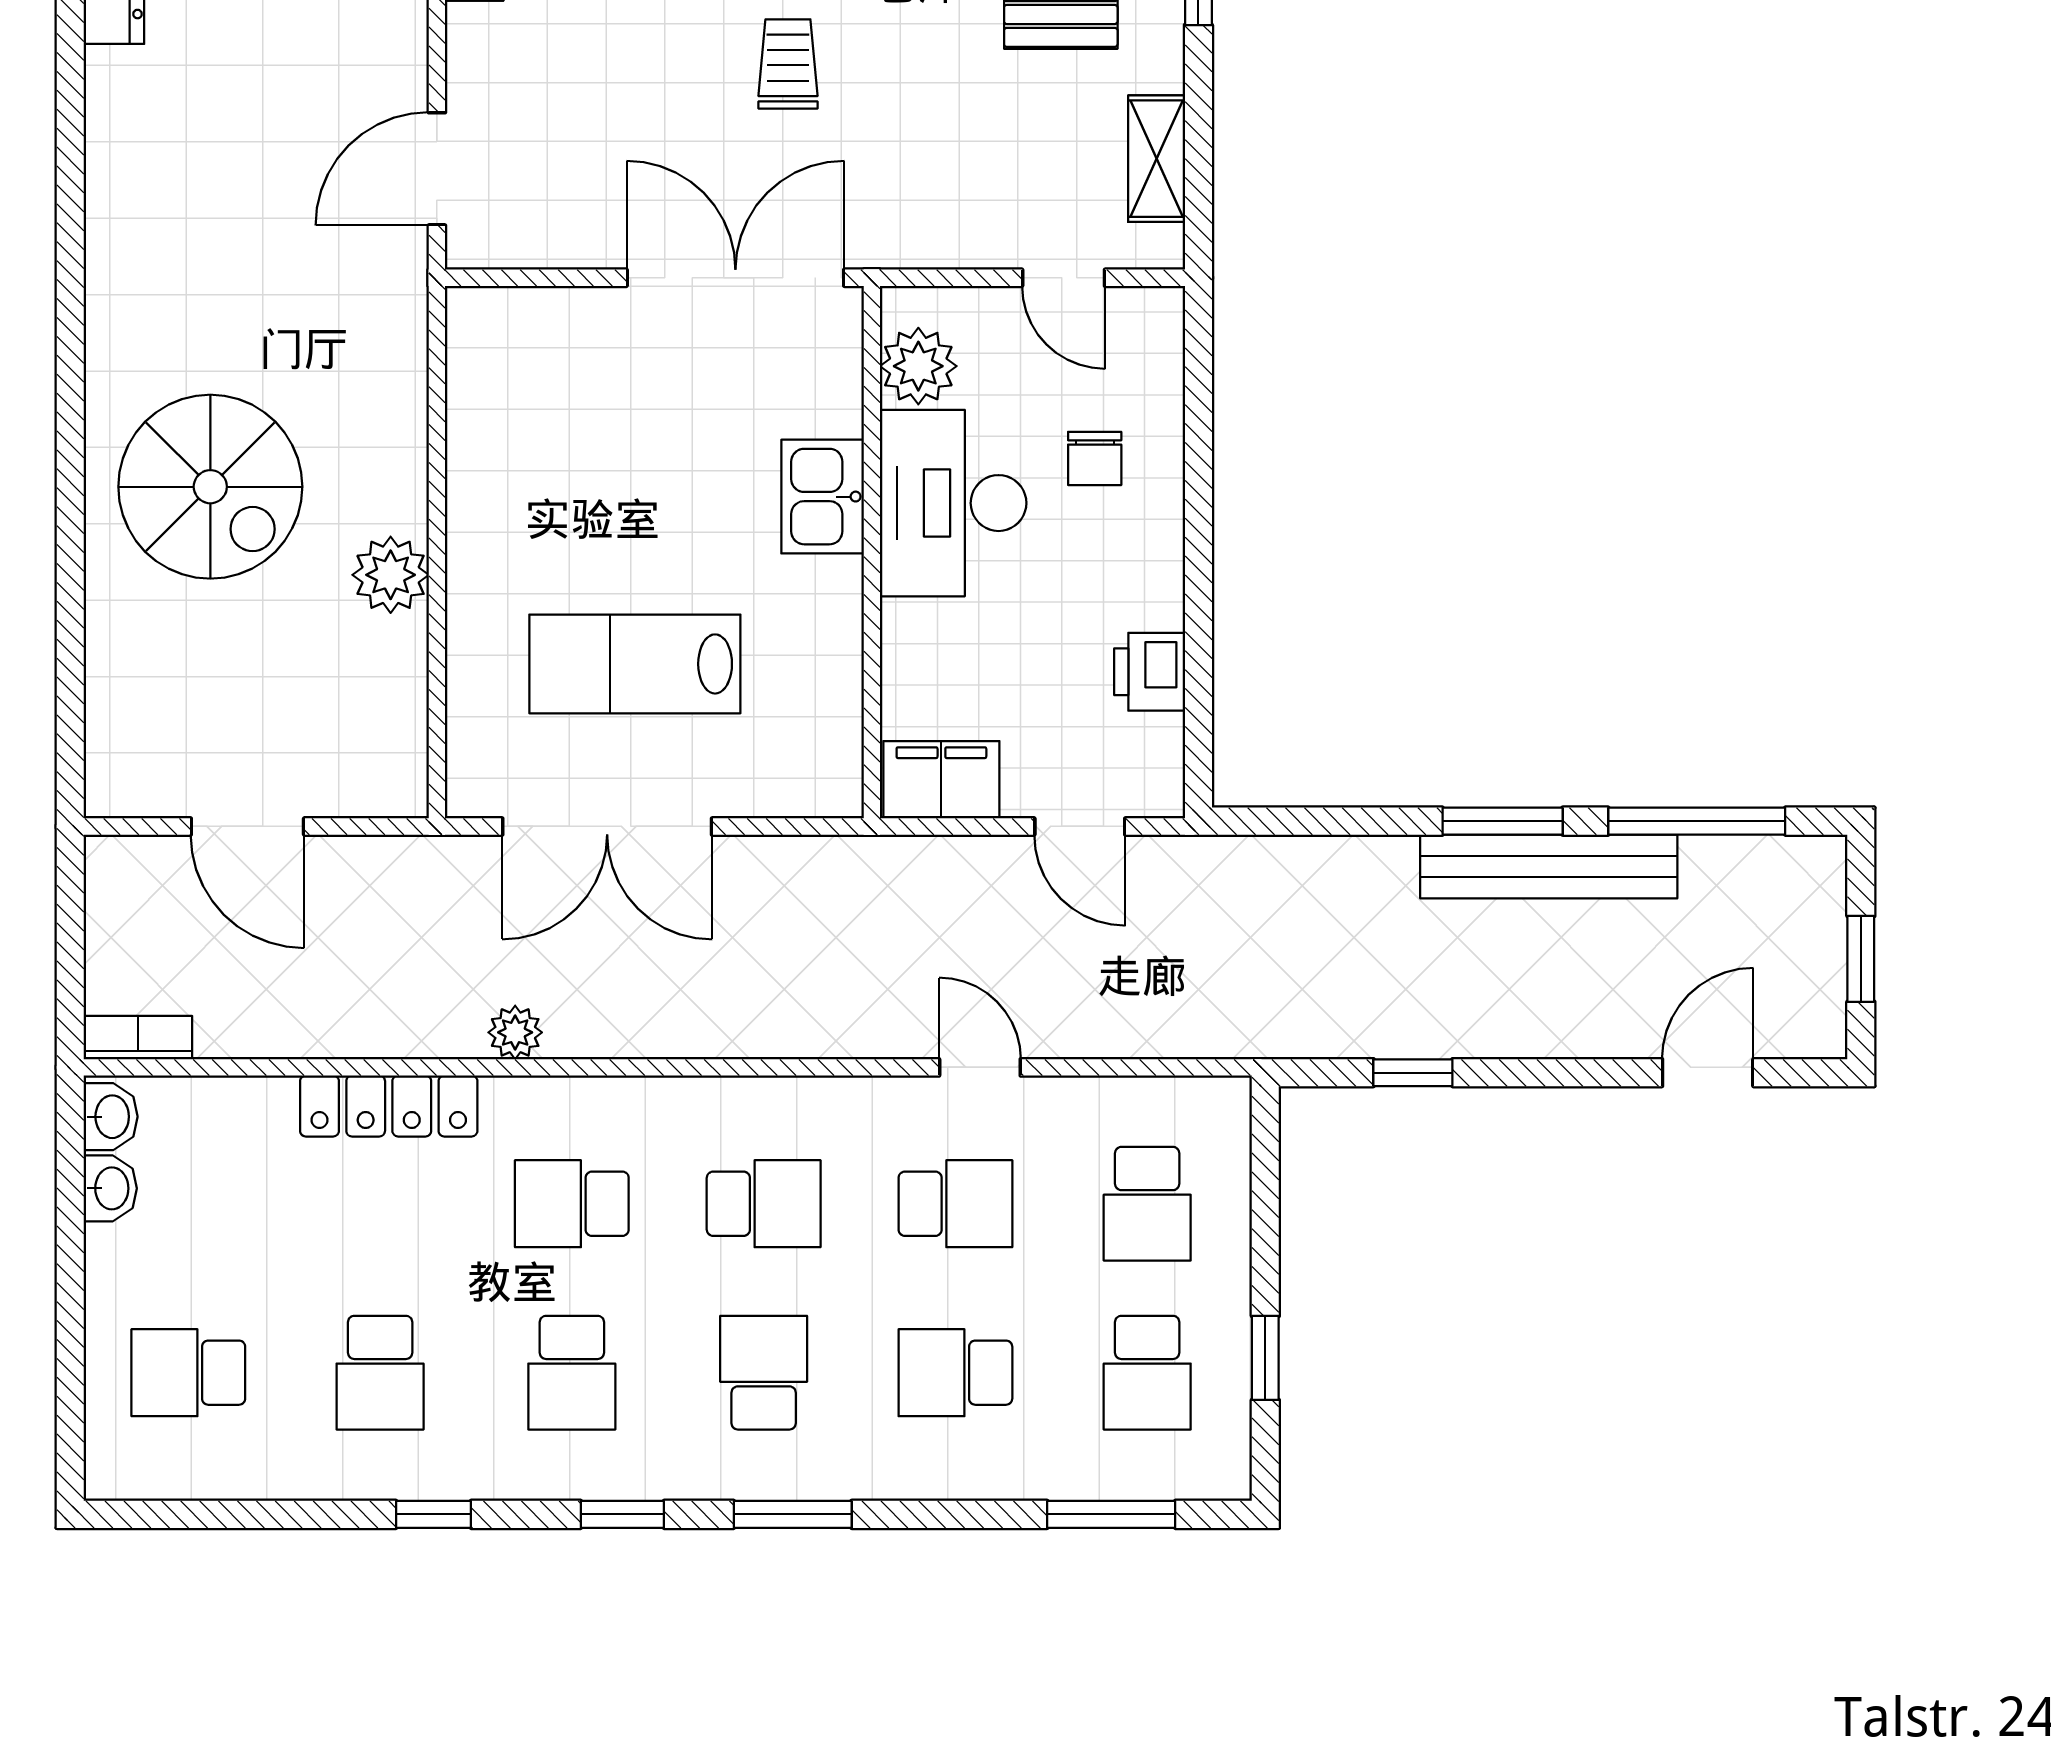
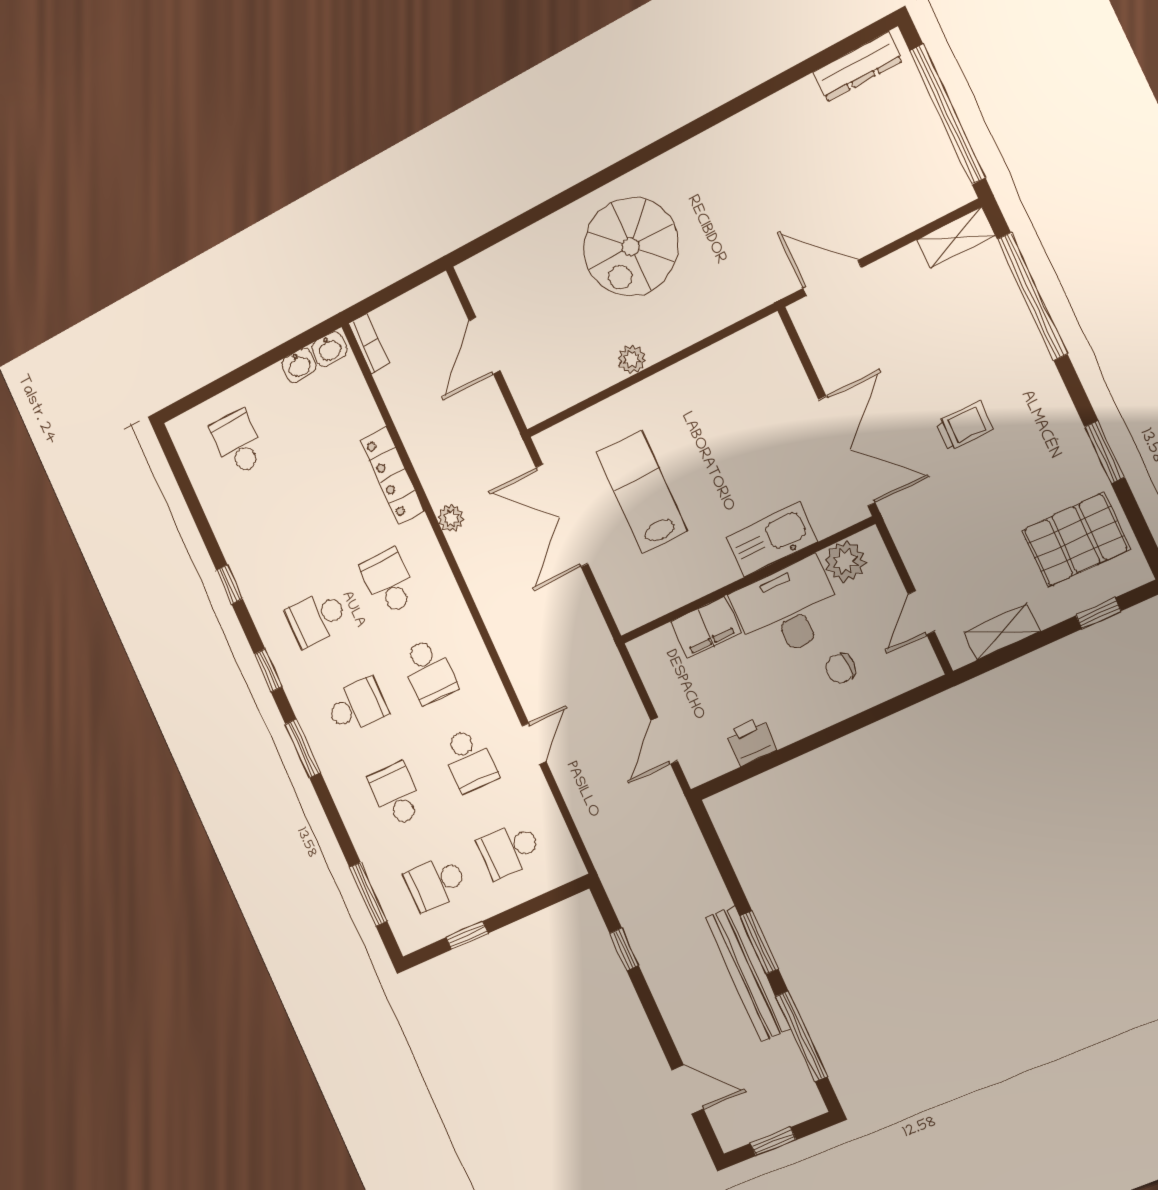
kitchen sink: (823, 497) -> (772, 540), width x1.38
plant: (391, 575) -> (632, 359), width x0.73, depth x0.73
filing cabinet: (941, 780) -> (706, 627), moved, turned 90
school desk: (380, 1373) -> (277, 530), removed

